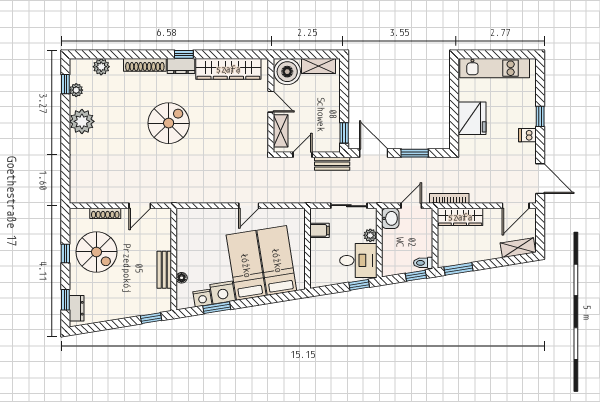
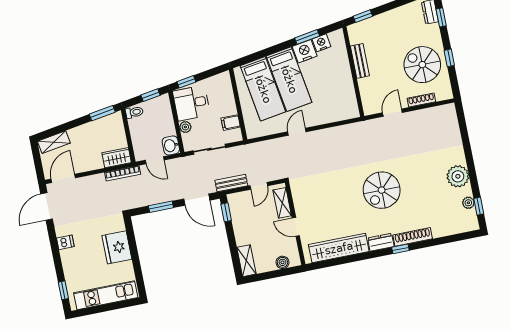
window: (184, 54) -> (400, 249), moved
shelving: (319, 66) -> (246, 261), moved, turned 90
plant: (101, 67) -> (451, 228), removed
boiler: (287, 72) -> (282, 262), width x0.54, depth x0.54
window: (540, 116) -> (63, 290), moved
door: (540, 179) -> (47, 206), hinge flipped
door: (411, 206) -> (155, 160), hinge flipped
wardrobe: (460, 217) -> (117, 158), width x0.67
window: (416, 276) -> (150, 95), moved
floor lamp: (182, 278) -> (343, 57), removed

